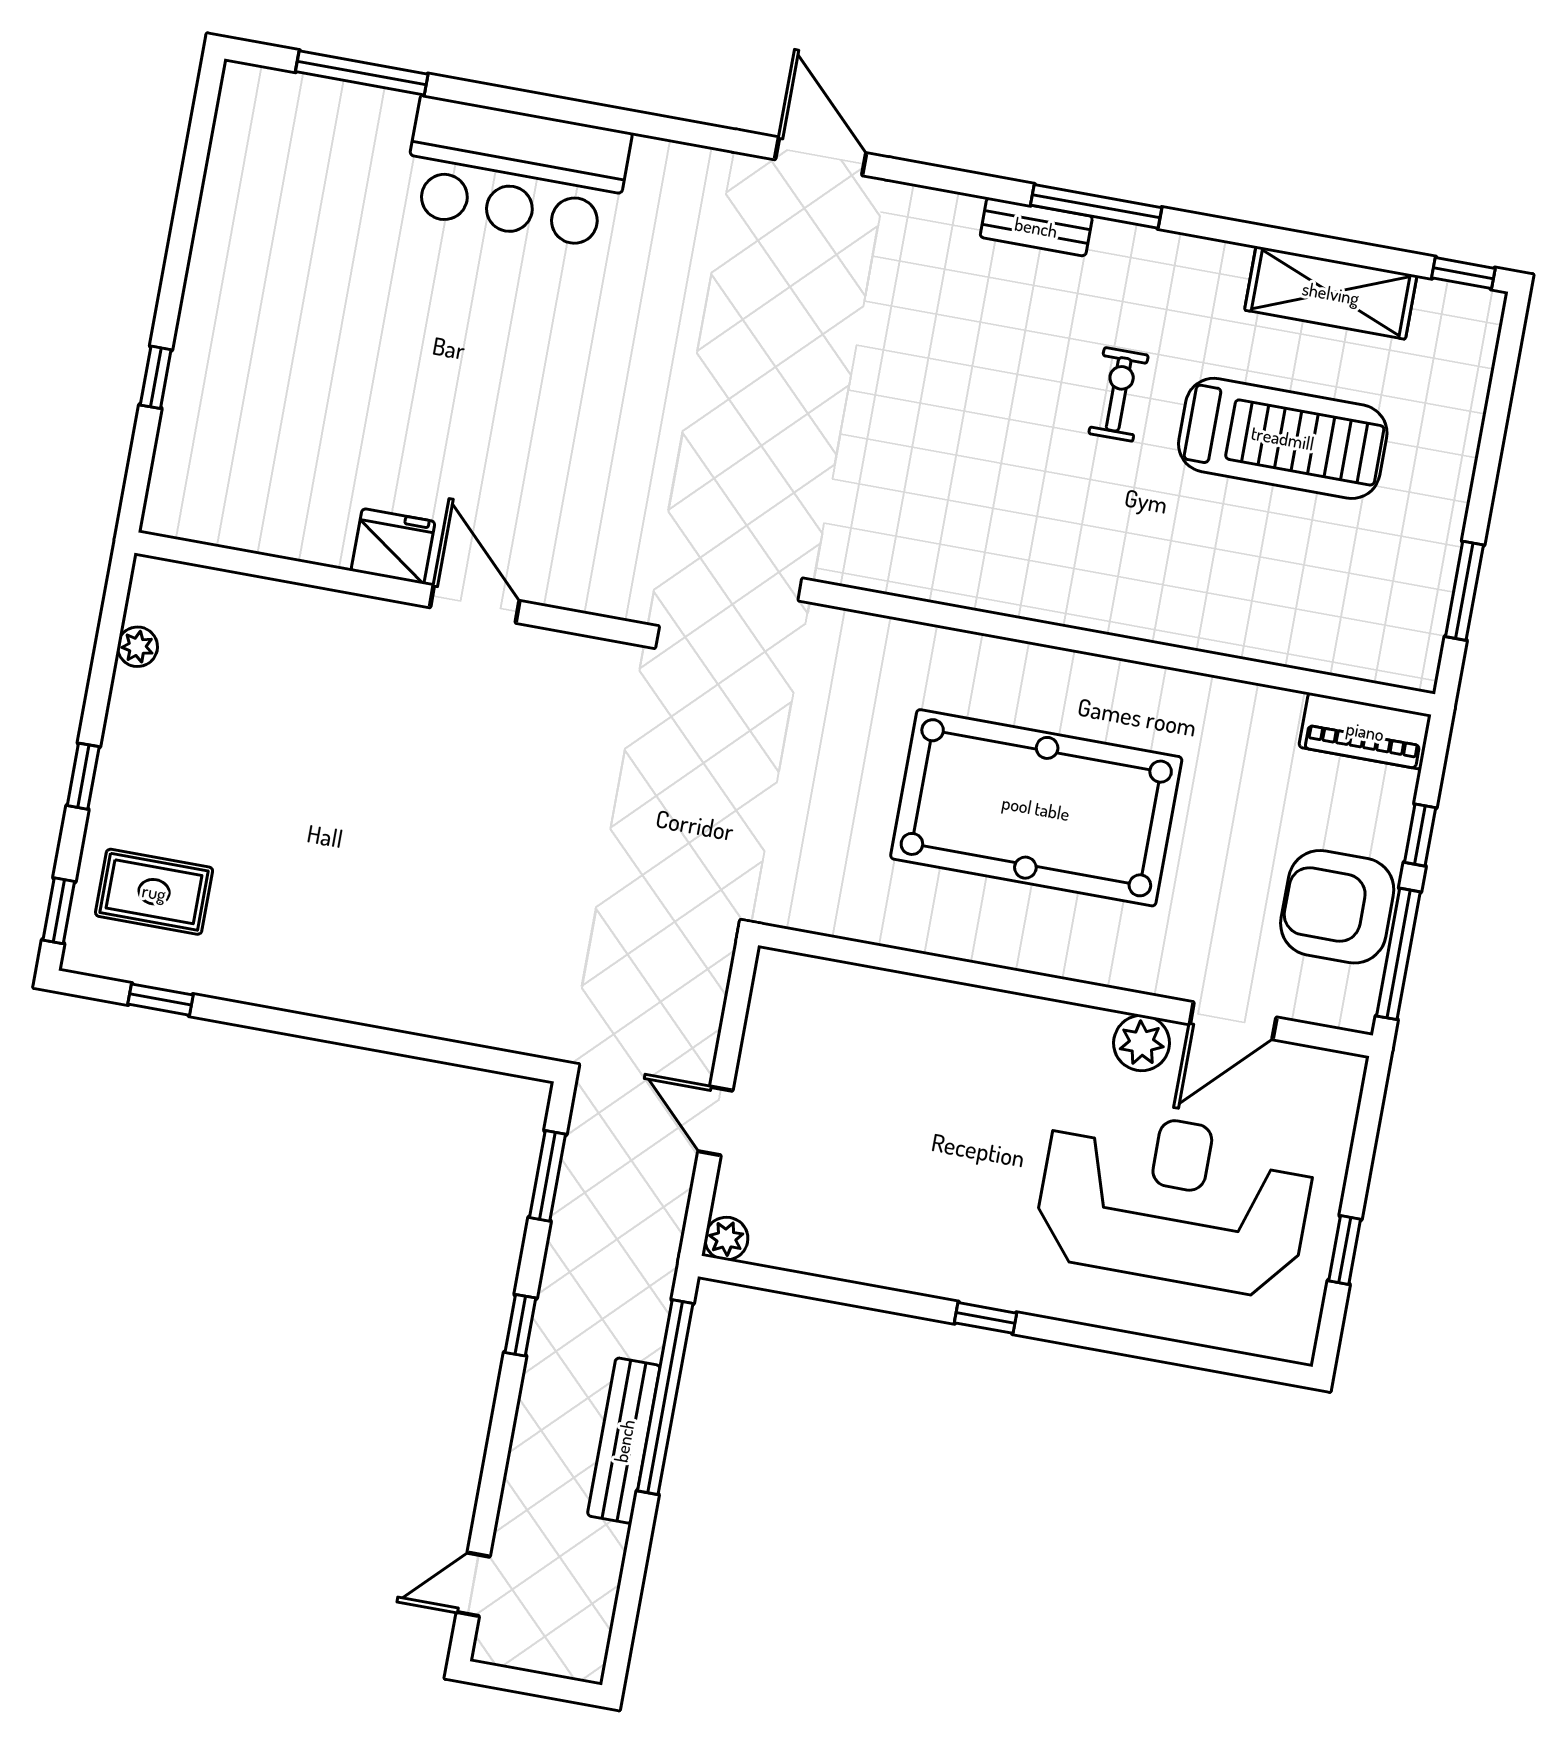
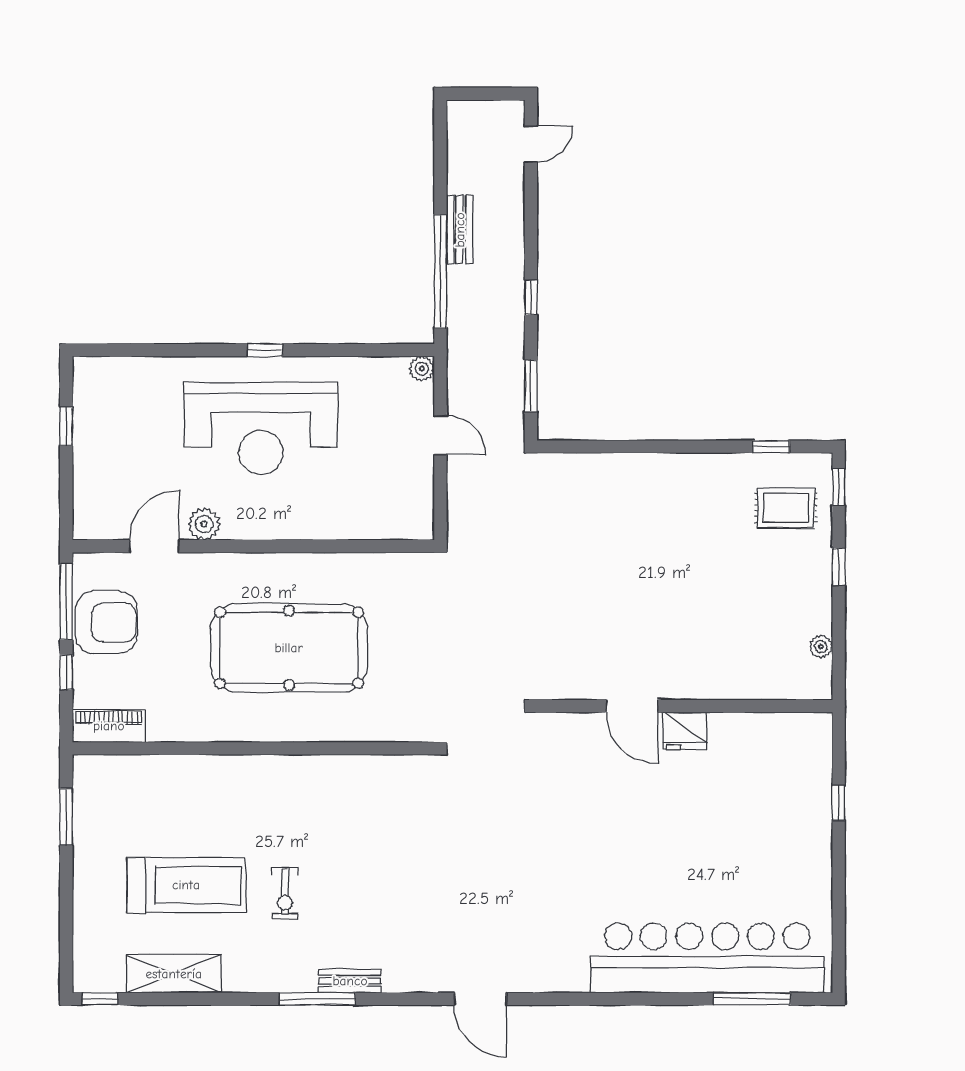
bar counter: (516, 172) -> (707, 958), width x1.86
treadmill: (1283, 438) -> (186, 885), turned 180
reception desk: (1174, 1201) -> (261, 429), moved
bench: (624, 1441) -> (460, 230), width x0.73

